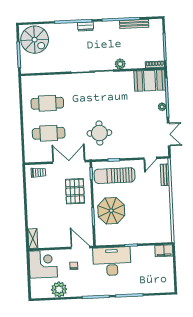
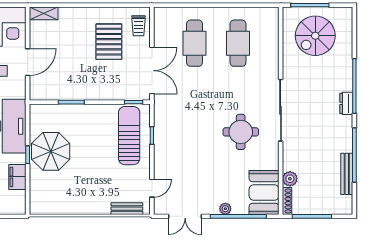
spiral stairs: (35, 40) -> (315, 36), moved
plant: (120, 64) -> (290, 179), moved
round table: (99, 133) -> (241, 132), moved
door: (150, 158) -> (152, 188), swing flipped
pallet: (75, 191) -> (109, 42), moved, turned 90
parasol: (111, 211) -> (51, 151), moved
door: (80, 247) -> (28, 62), moved
filing cabinet: (164, 251) -> (17, 177), moved

